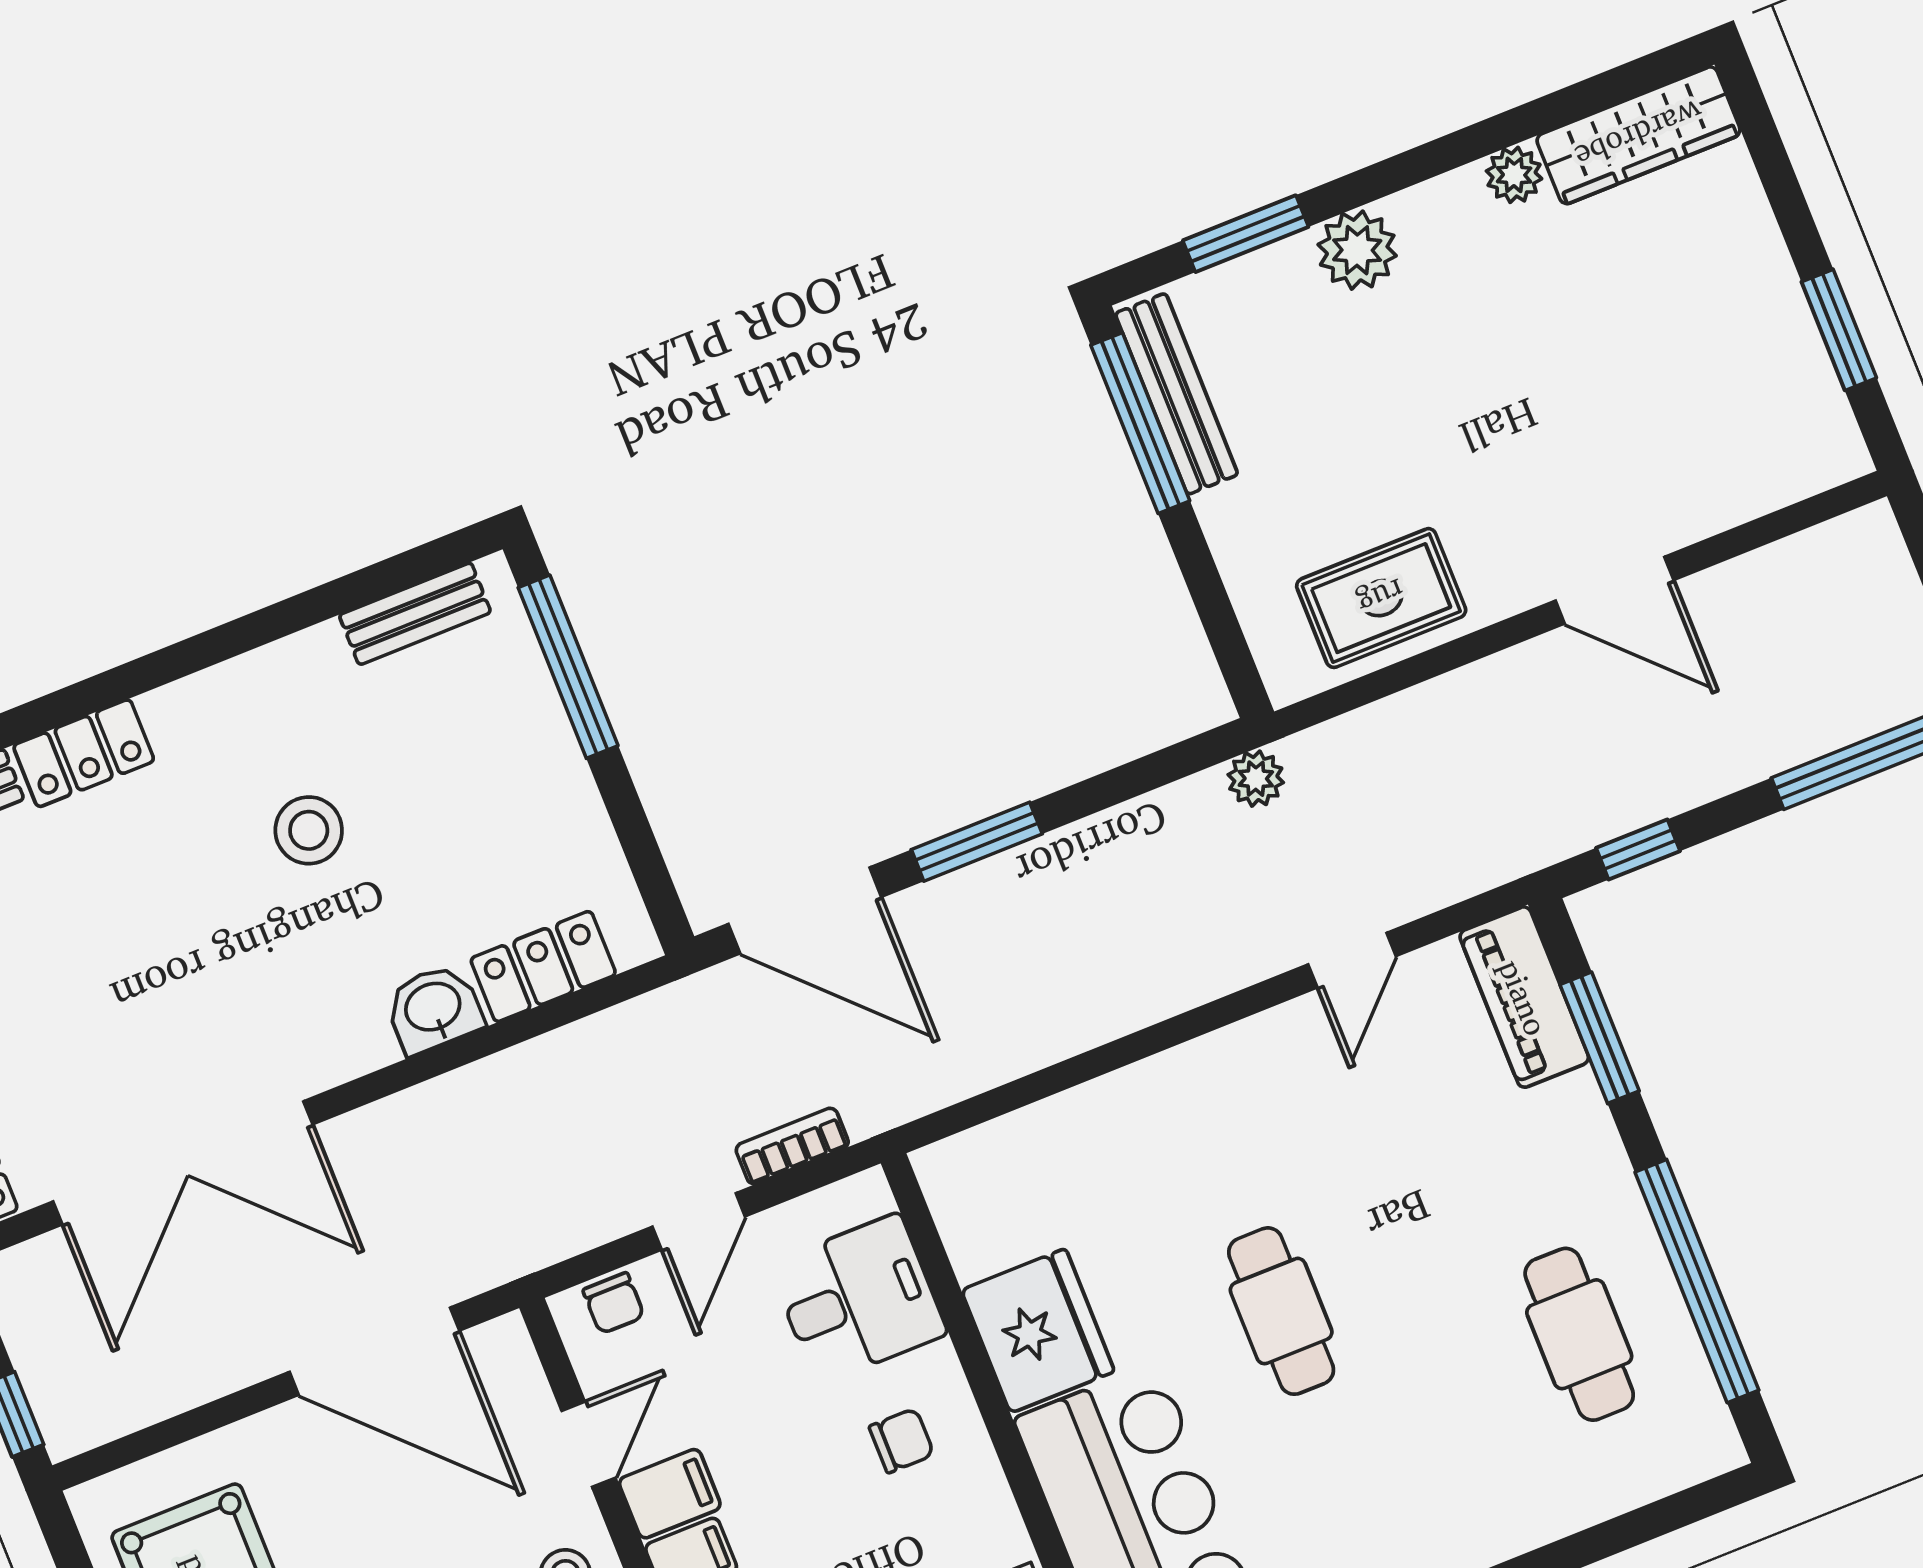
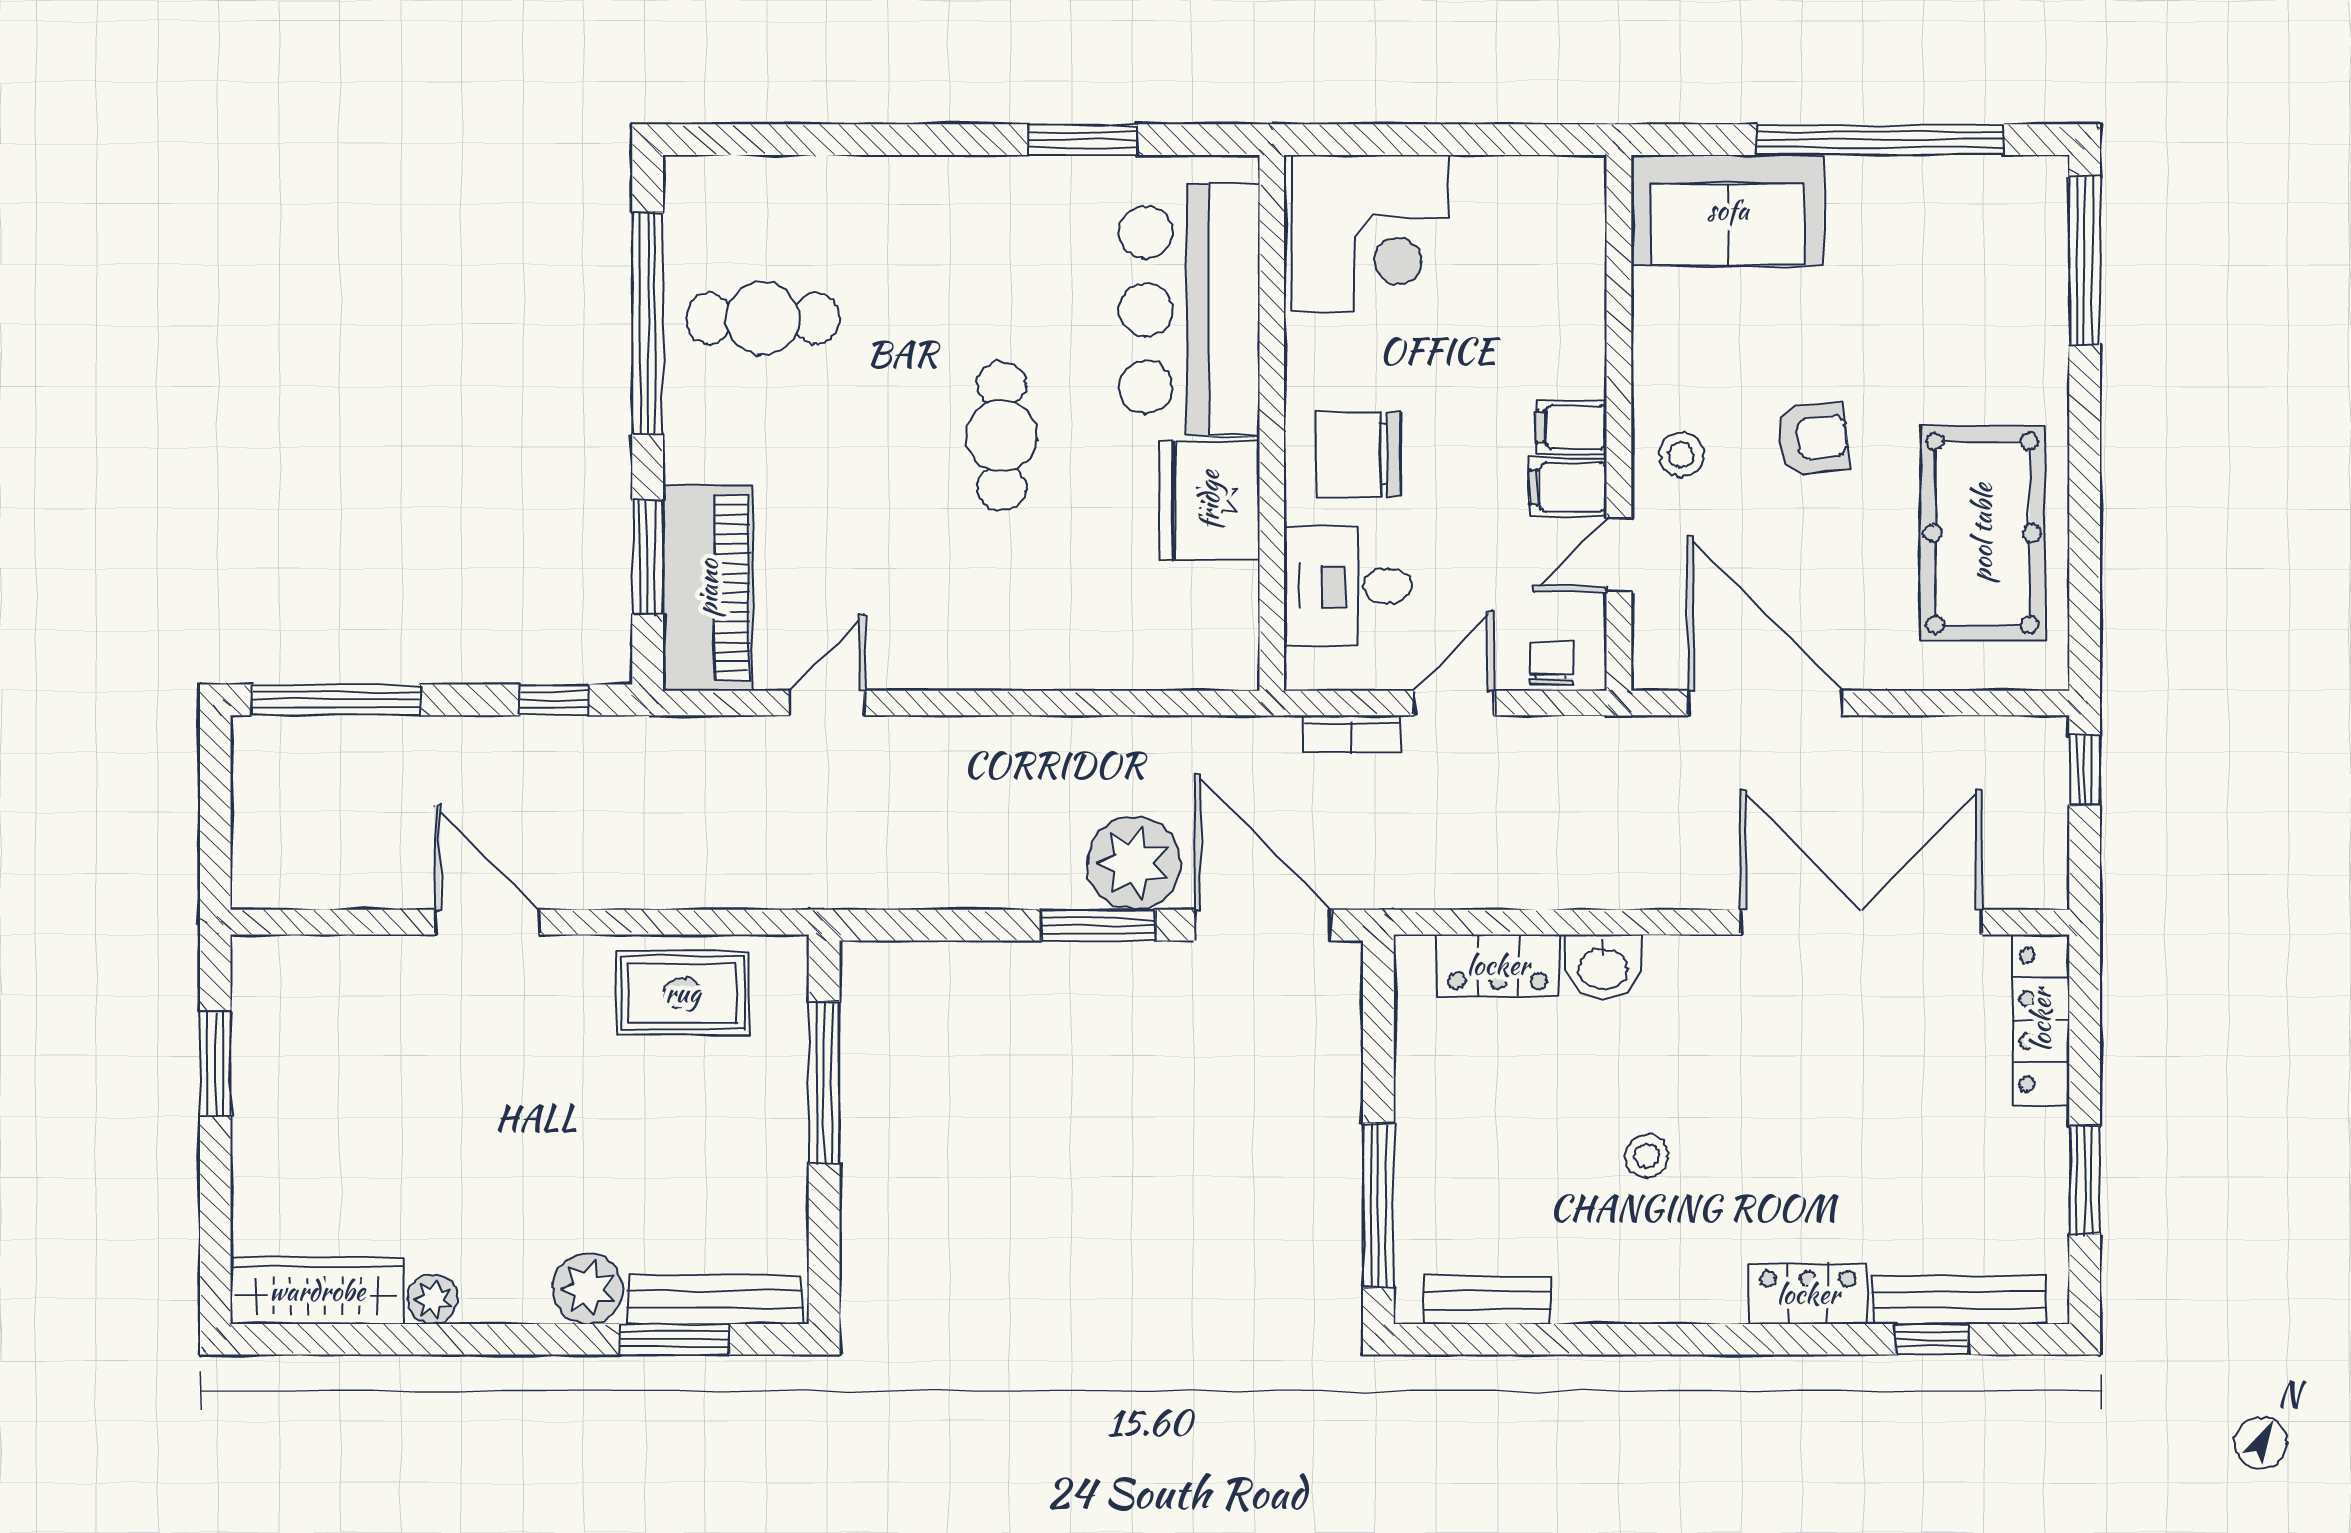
bench: (1177, 394) -> (715, 1300), moved, turned 90
window: (1140, 423) -> (824, 1083), moved
plant: (1256, 779) -> (1134, 863), moved, width x1.87, depth x1.87
stool: (309, 830) -> (1647, 1156), width x0.73, depth x0.73
piano: (1524, 997) -> (708, 588), width x1.37, depth x1.33
cafe table: (1579, 1334) -> (763, 318), turned 90
chair: (902, 1441) -> (1358, 455), width x1.87, depth x1.87

